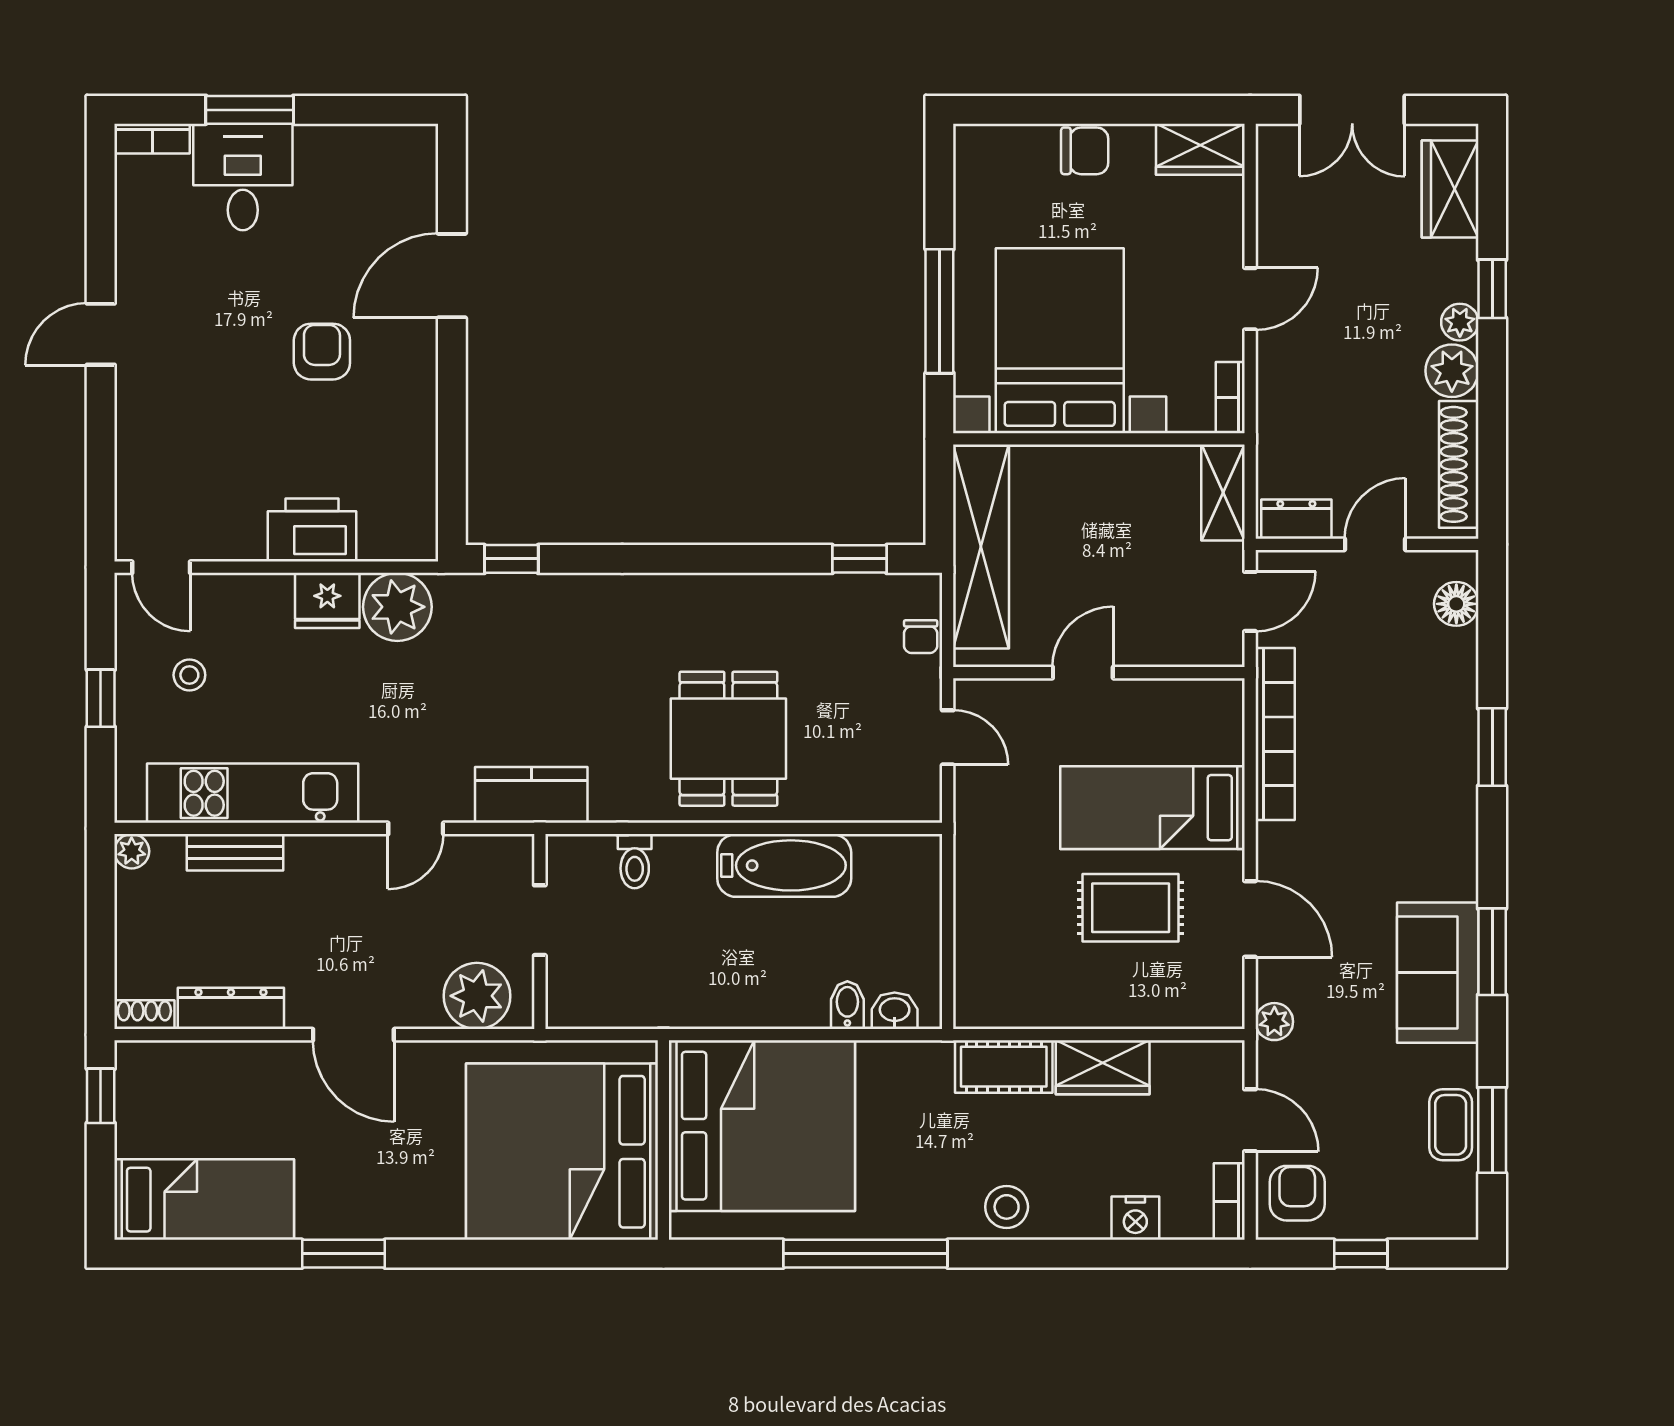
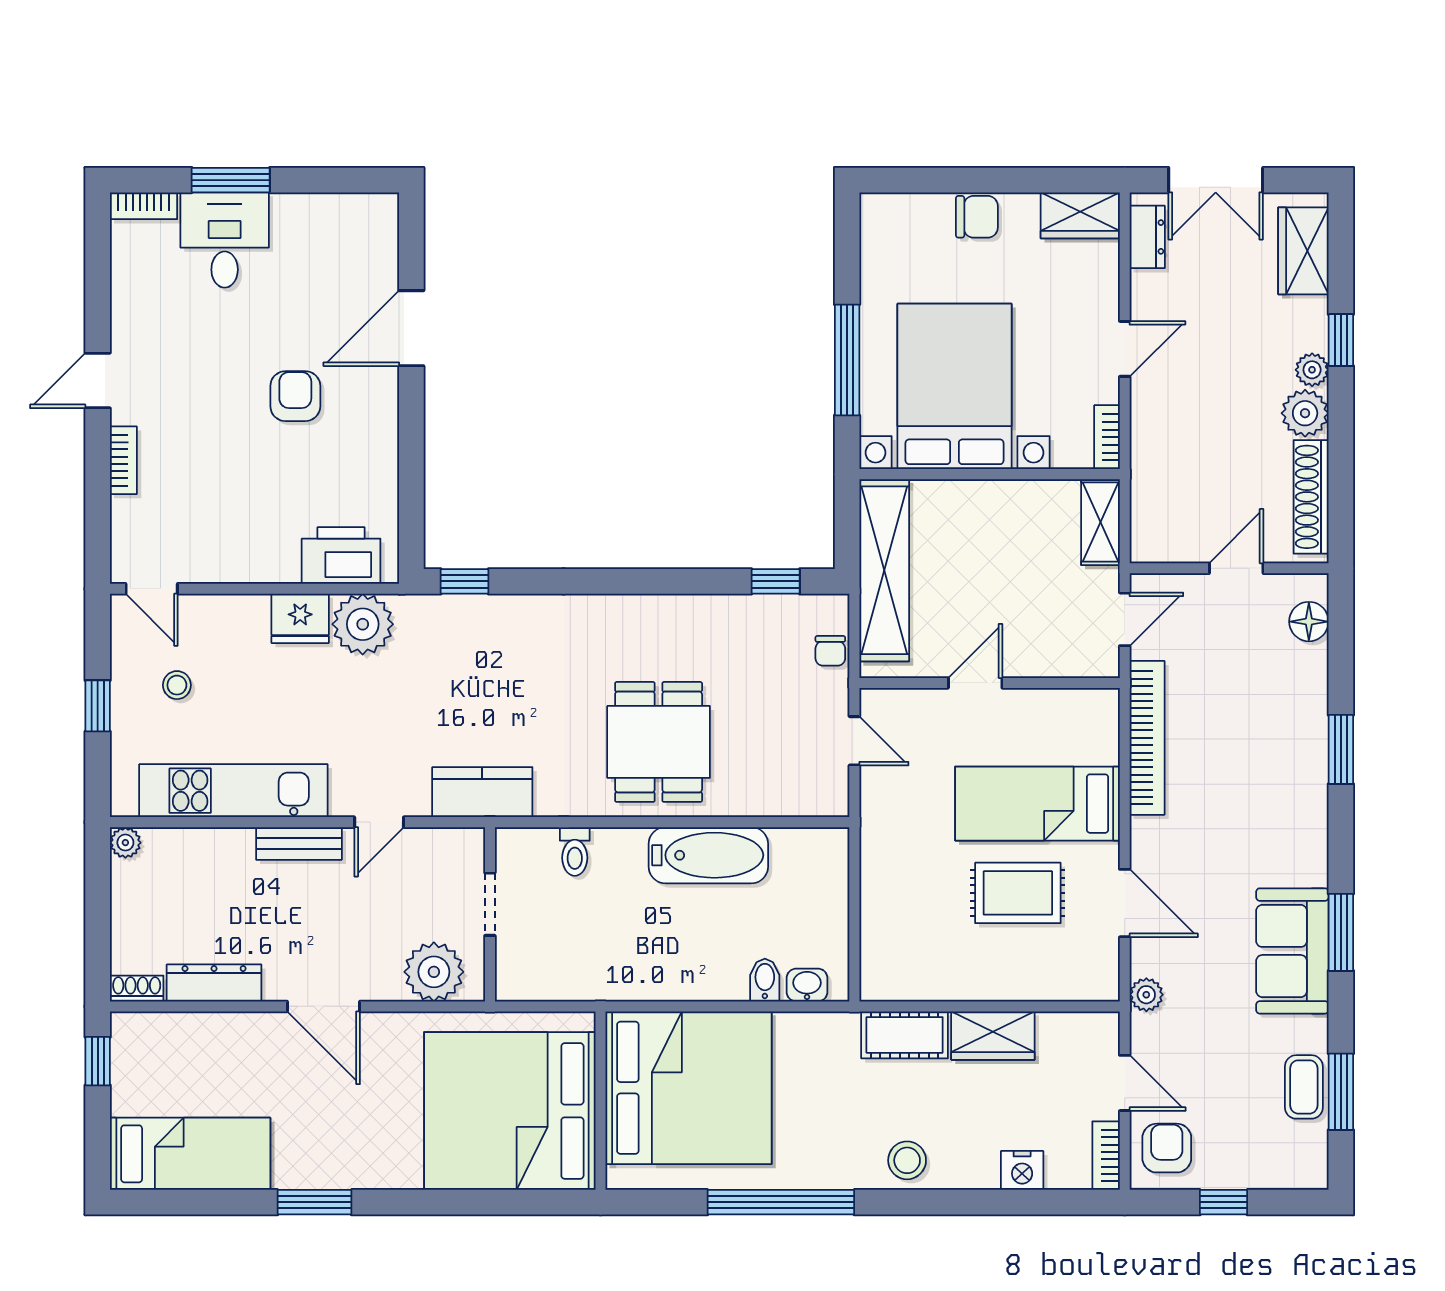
bookcase: (130, 423) -> (123, 460), added
dresser: (1296, 519) -> (1147, 237), moved, turned 90
printer: (312, 530) -> (341, 556), moved
bench: (235, 852) -> (299, 843), moved

